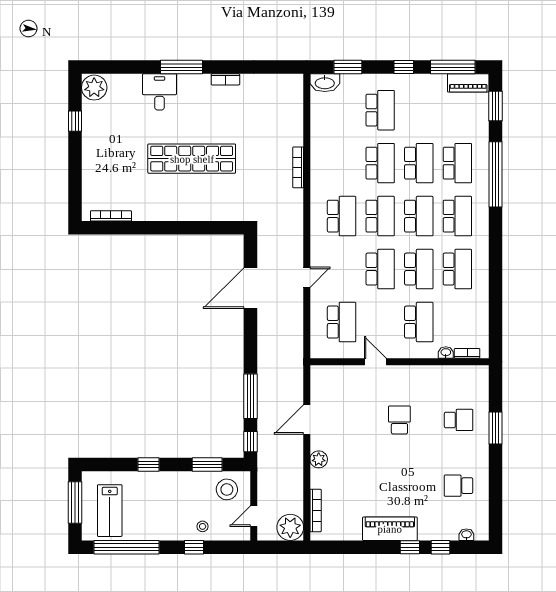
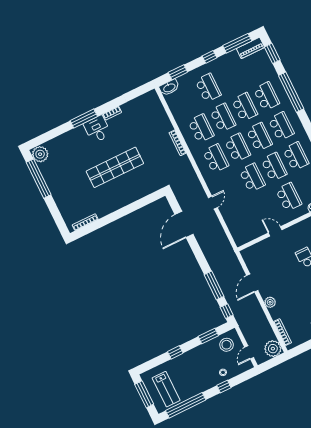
desk: (159, 92) -> (97, 129), moved
window: (75, 121) -> (39, 179), width x3.17
school desk: (342, 322) -> (201, 128), moved

